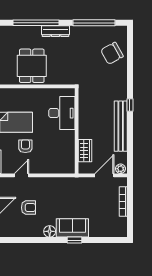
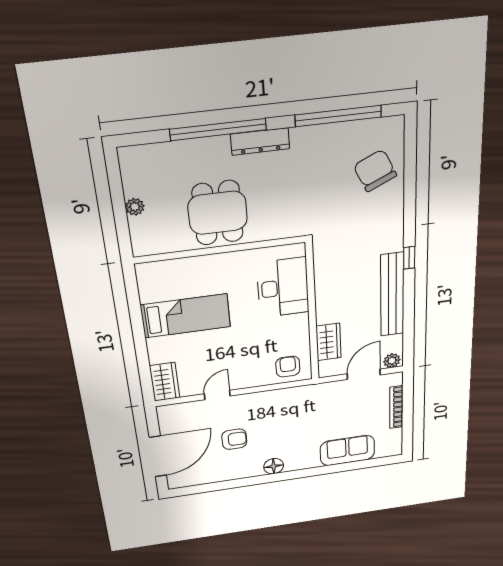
chair: (112, 53) -> (375, 171), turned 94
armchair: (25, 146) -> (288, 367), moved
sofa: (72, 228) -> (347, 450), moved
window: (74, 240) -> (316, 471), removed

